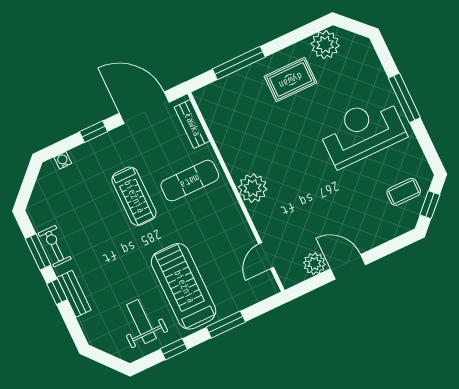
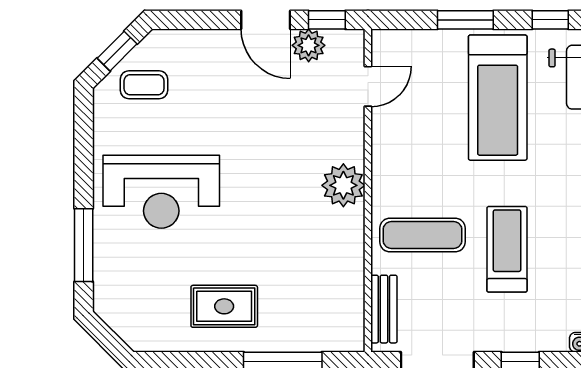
plant: (325, 45) -> (156, 331), removed
window: (404, 98) -> (84, 245), moved
window: (310, 285) -> (327, 20), added

